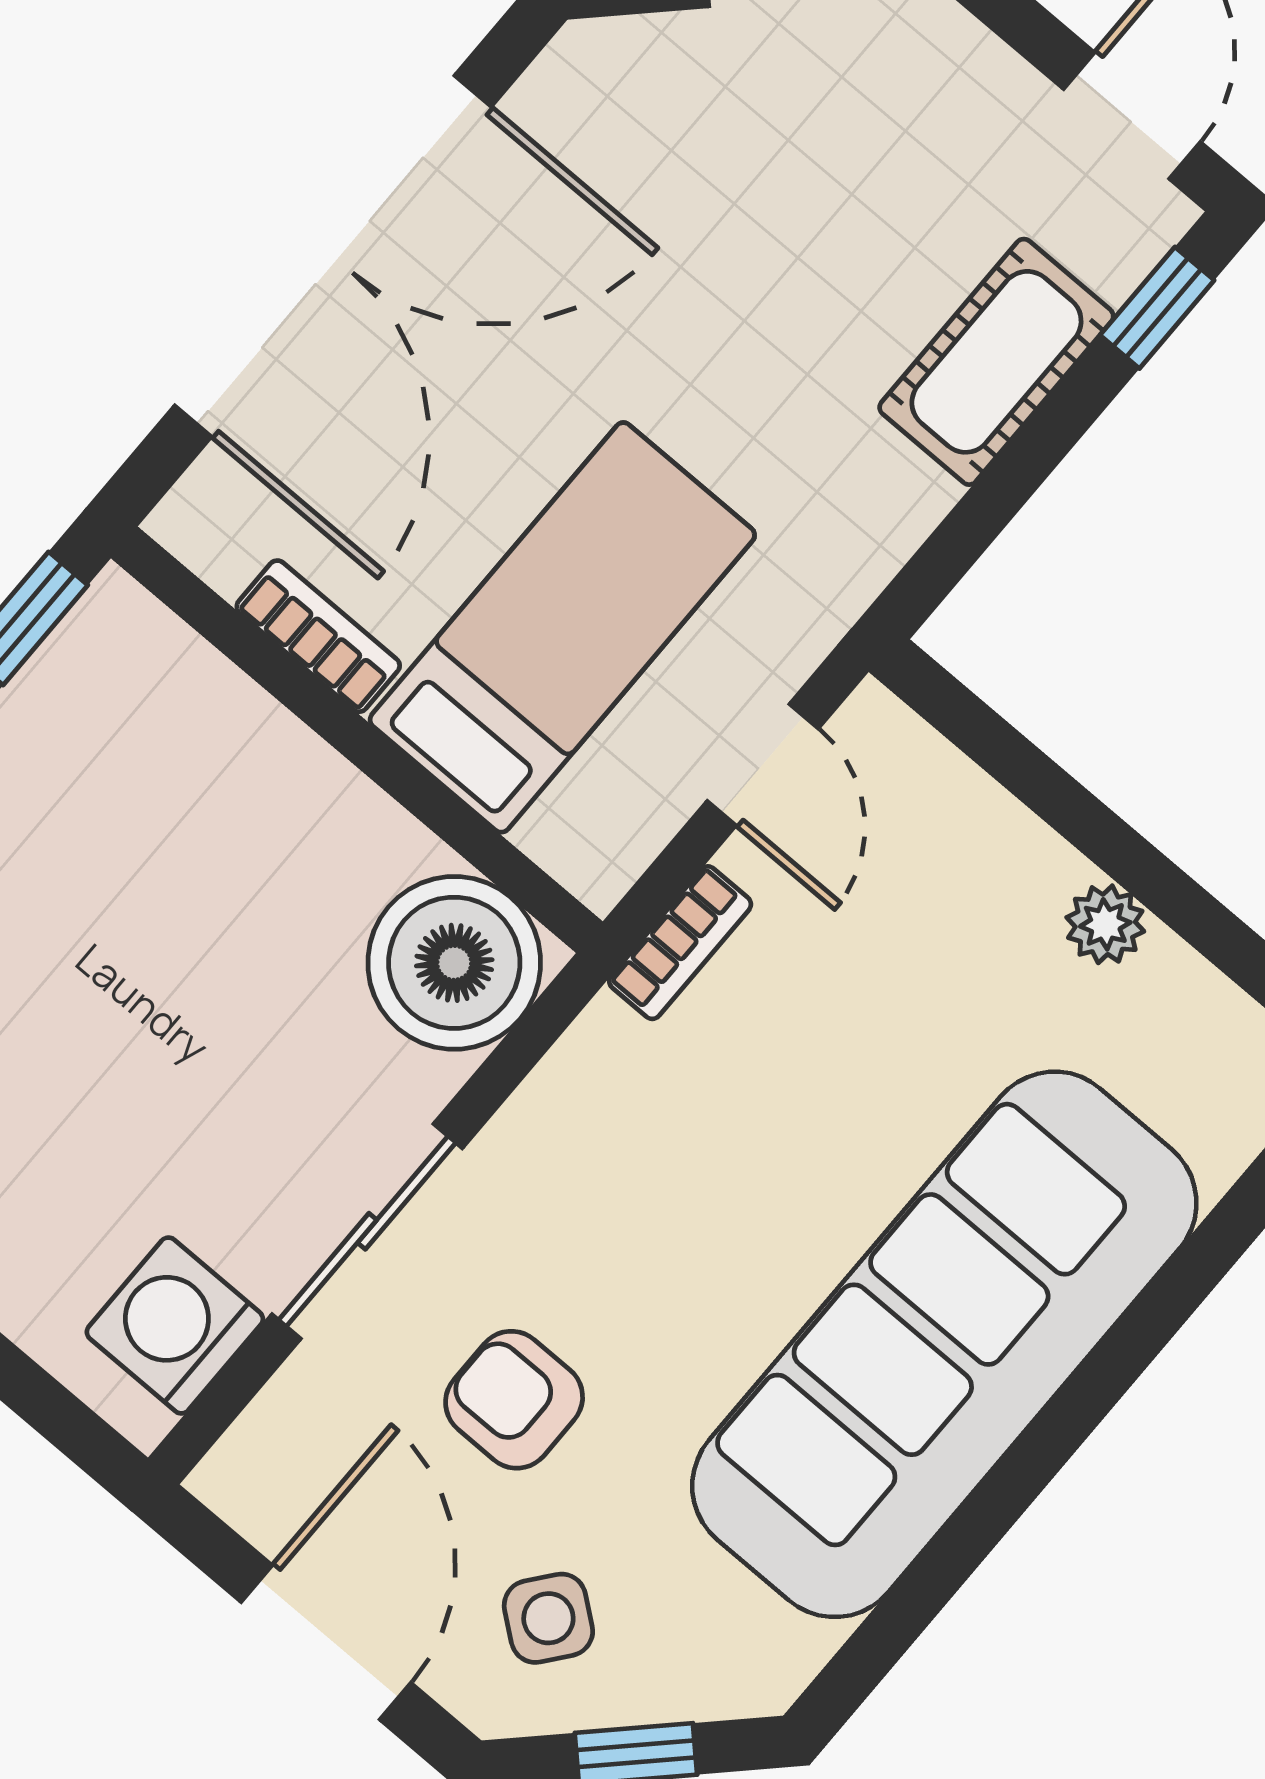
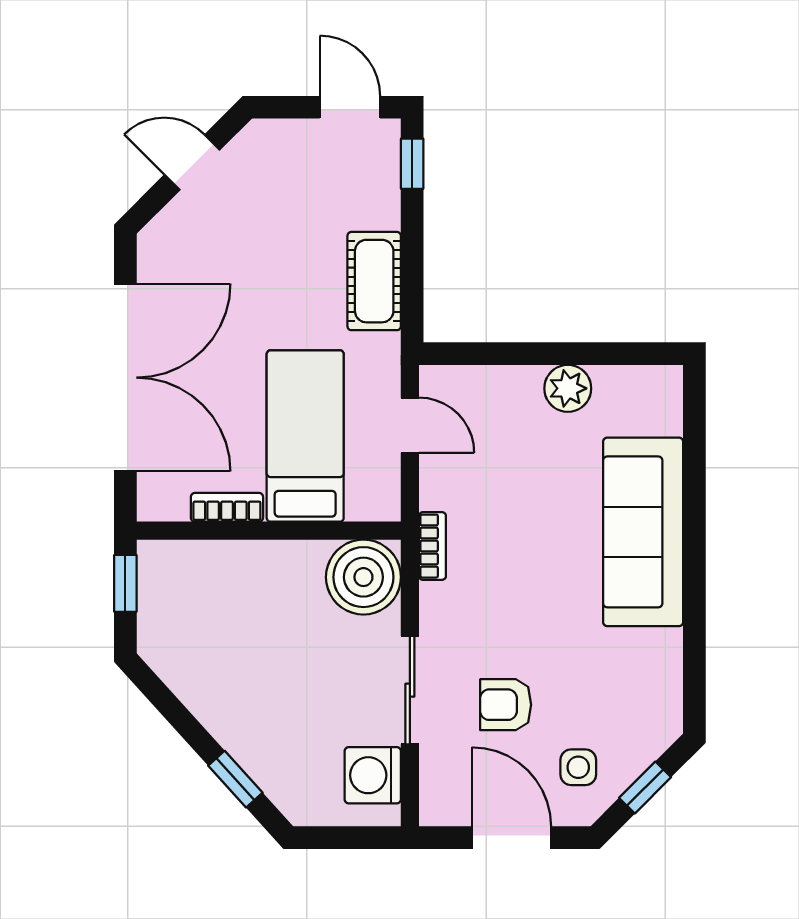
cot: (996, 362) -> (374, 281), moved
plant: (1105, 924) -> (568, 388), width x1.38, depth x1.38
bookcase: (680, 943) -> (432, 546), moved
sofa: (944, 1344) -> (643, 532), width x0.74, depth x0.79
side table: (548, 1618) -> (578, 767), turned -38

